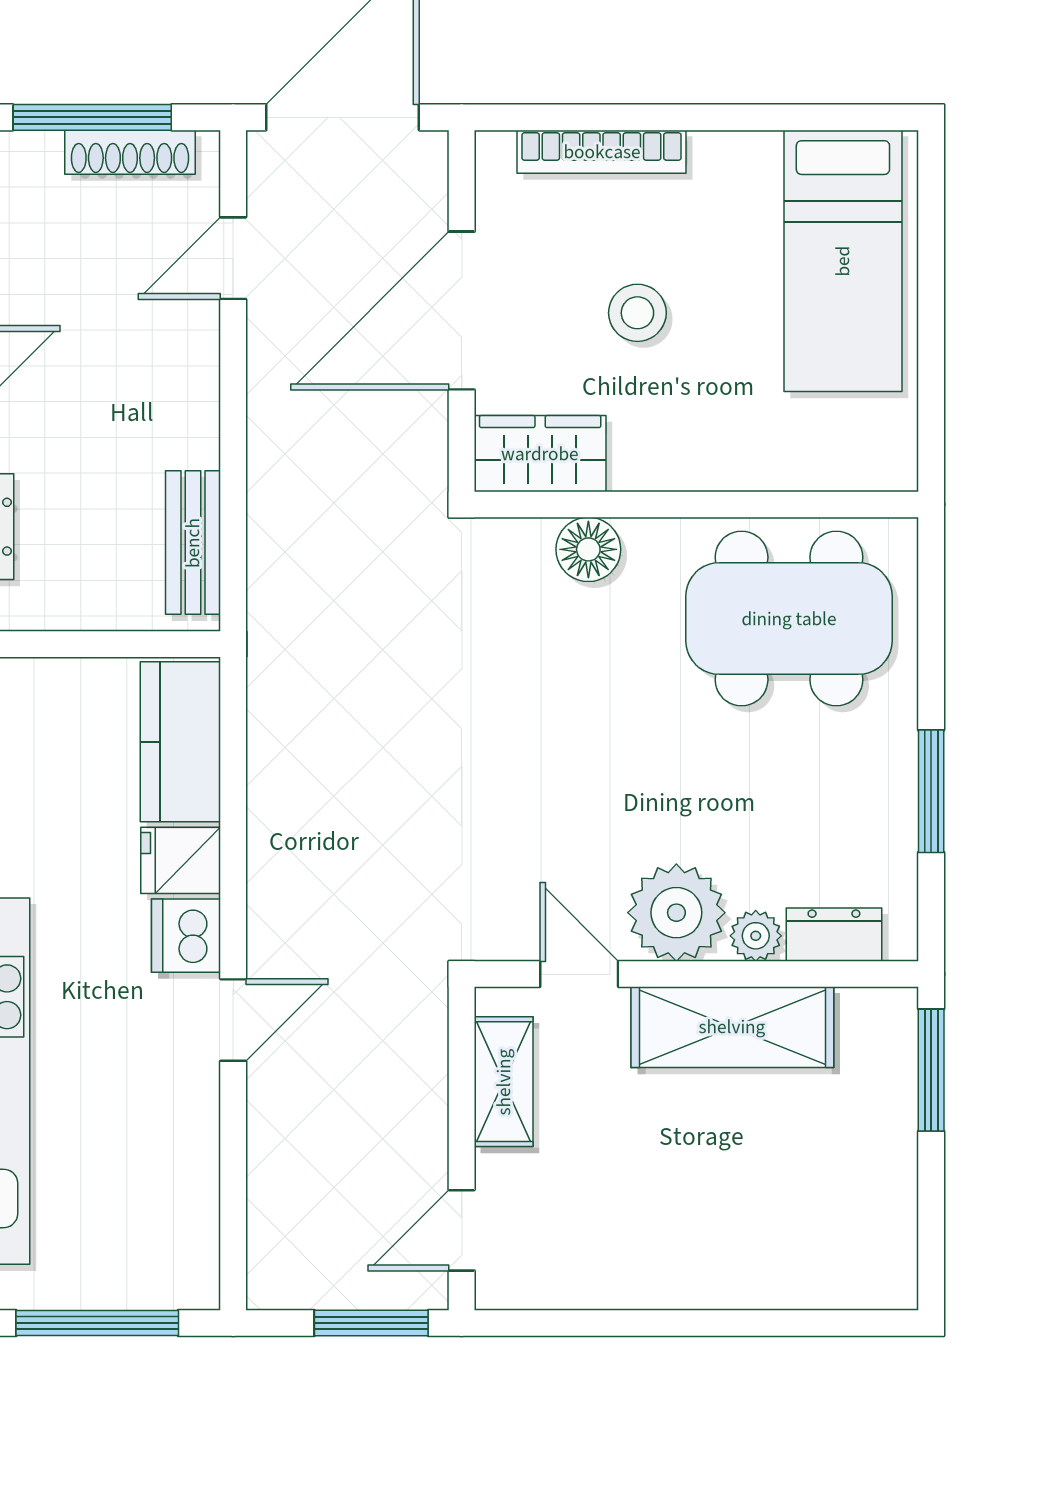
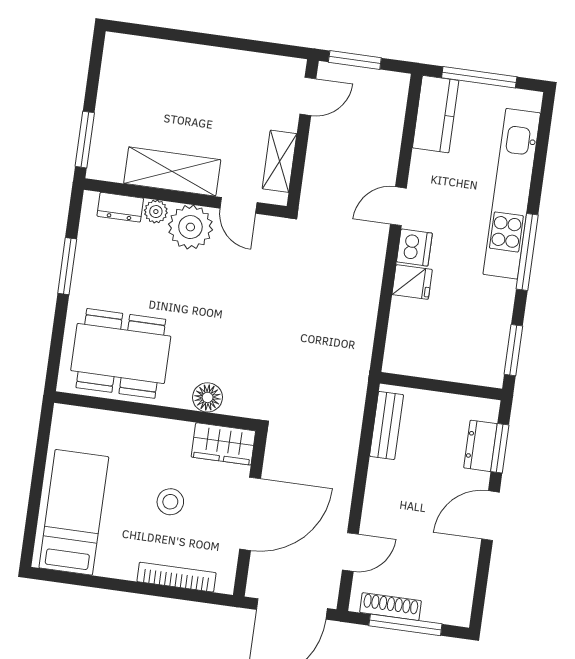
kitchen counter: (180, 742) -> (436, 114), moved

